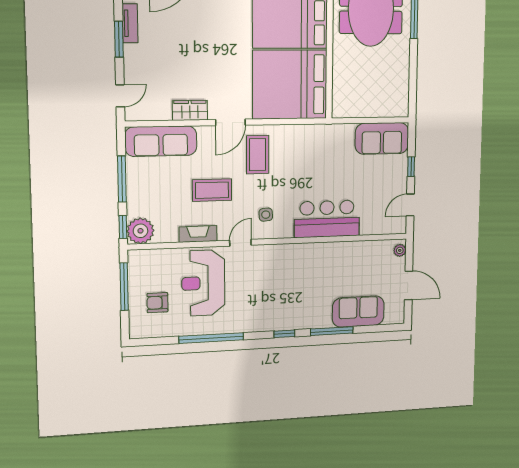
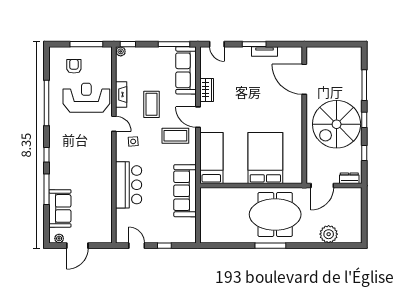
bed: (290, 85) -> (211, 158), width x0.49
sofa: (382, 138) -> (185, 191), moved, width x1.36
window: (122, 179) -> (174, 44), moved
plant: (140, 231) -> (121, 51), width x0.53, depth x0.53
plant: (400, 250) -> (59, 238), moved

